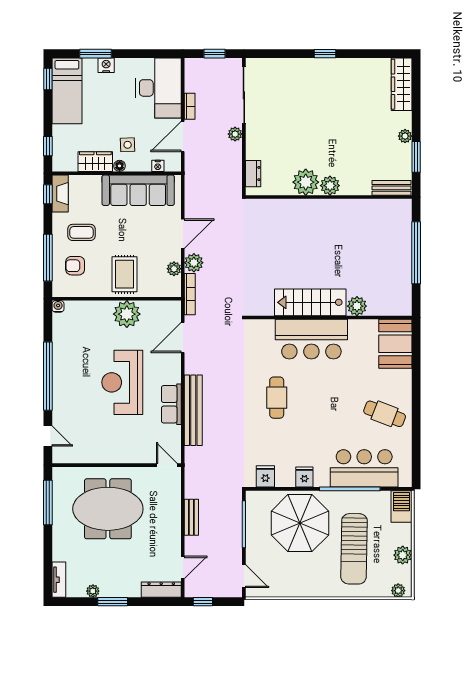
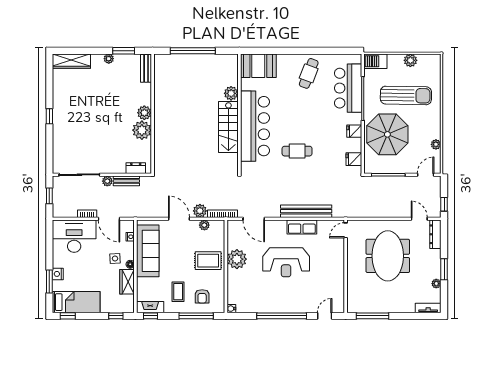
bar counter: (311, 339) -> (255, 126), width x1.36
meeting table: (108, 509) -> (388, 256), moved
bench: (191, 517) -> (126, 181), moved
plant: (398, 591) -> (436, 144), moved

